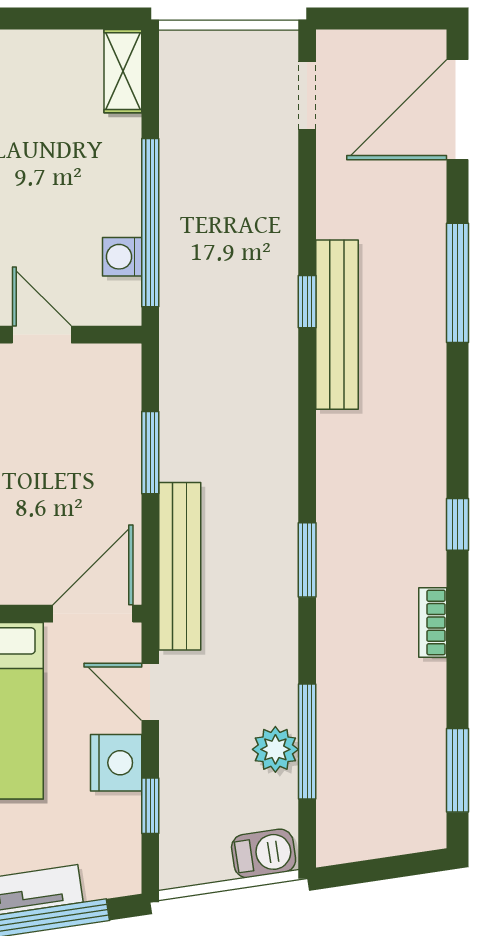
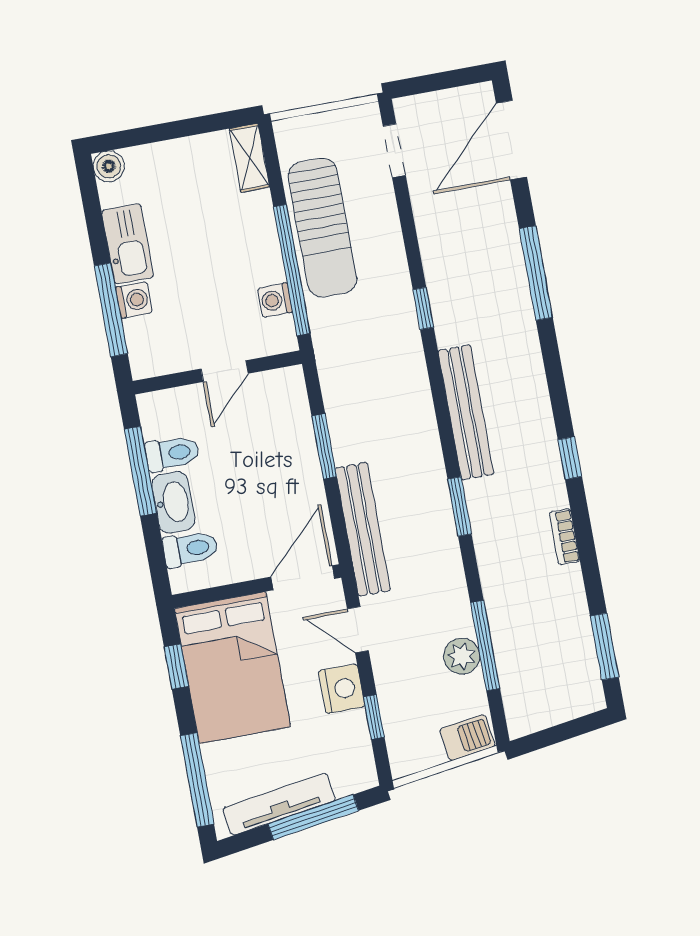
sun lounger: (199, 176) -> (322, 228), added
bench: (337, 325) -> (466, 412), moved
door: (42, 335) -> (224, 371), swing flipped

